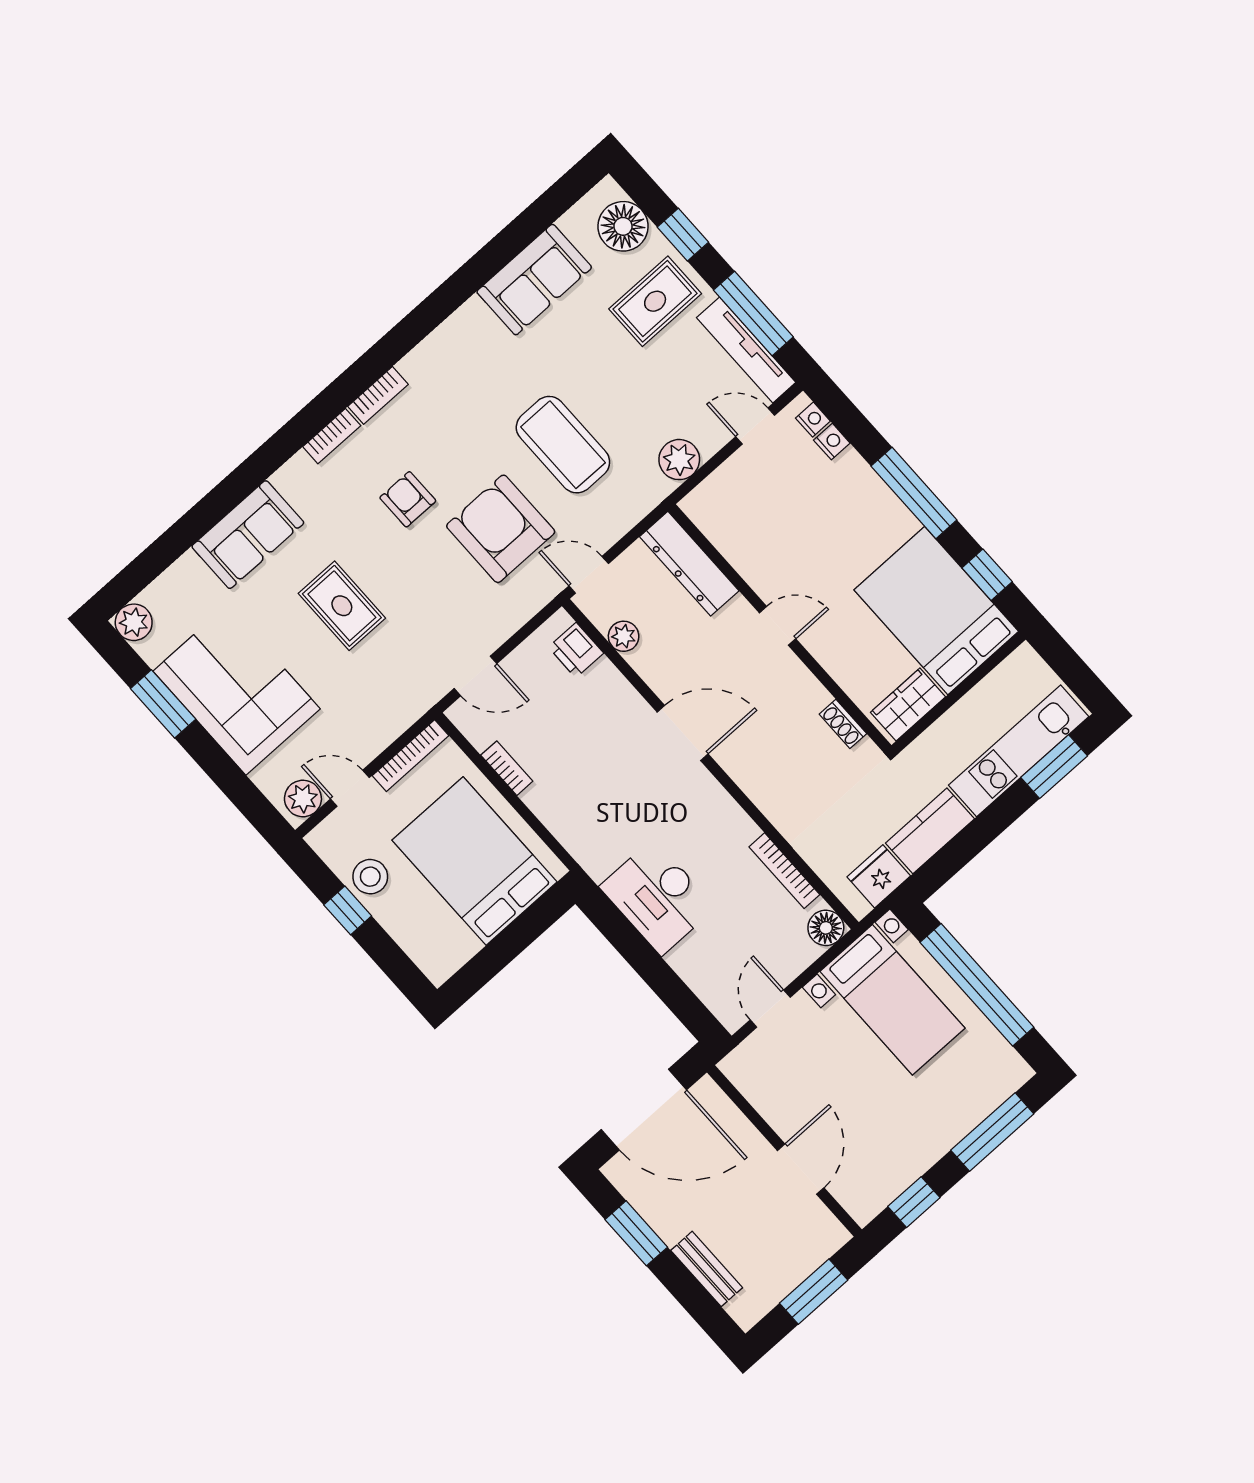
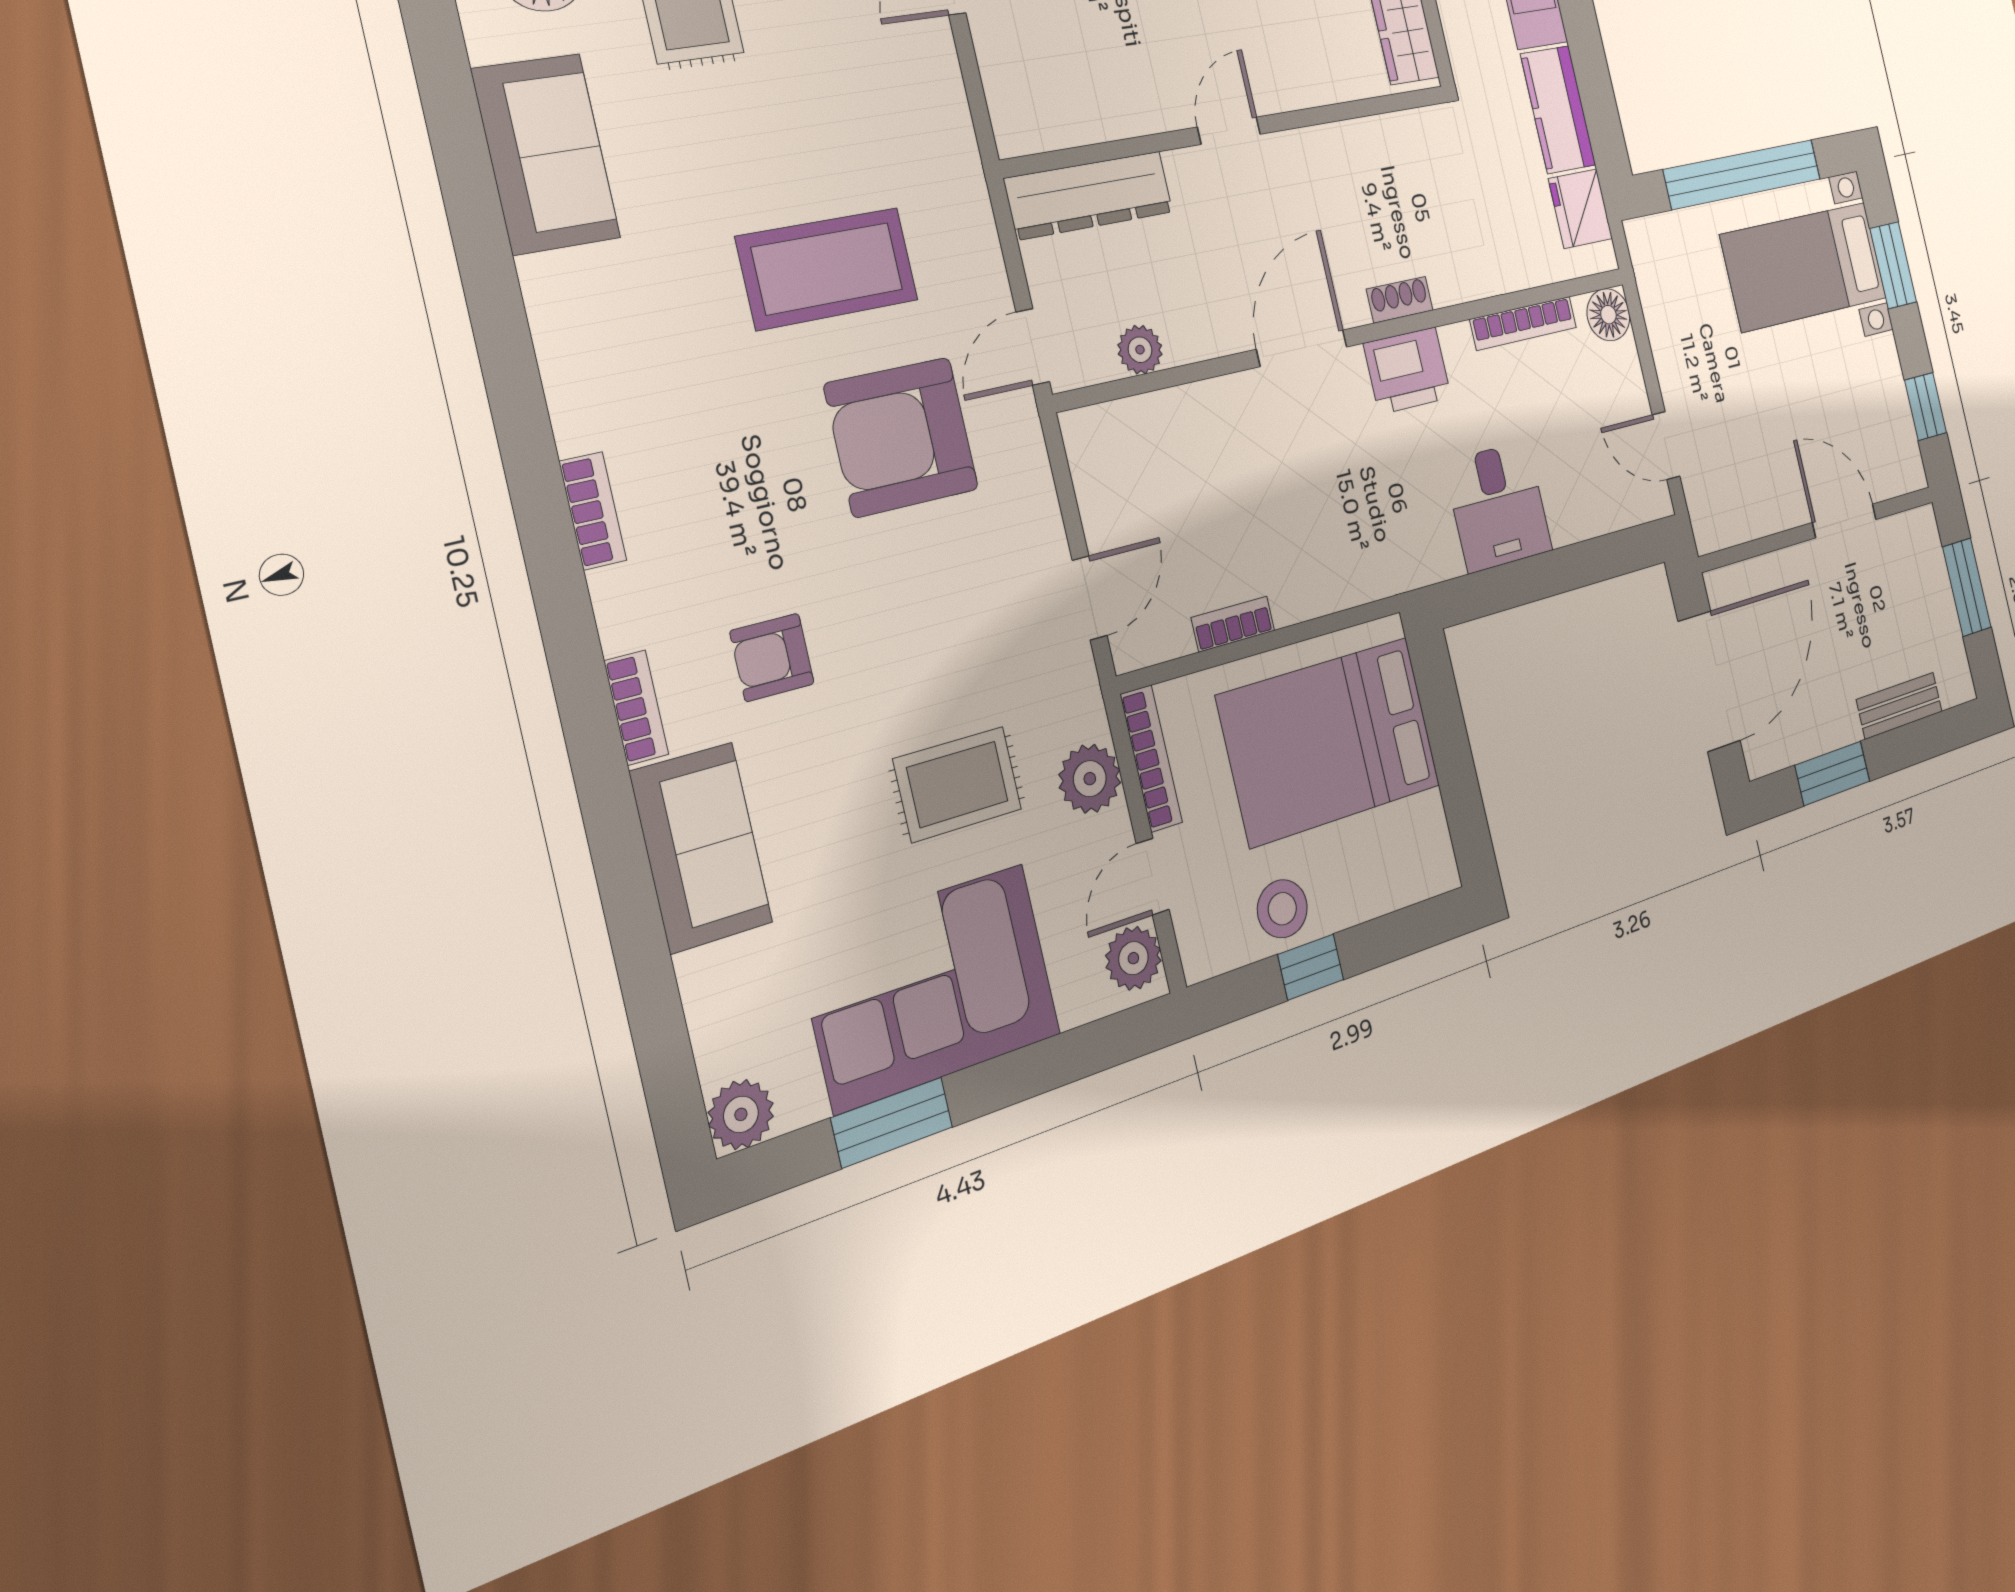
bookcase: (332, 436) -> (636, 708), moved
plant: (679, 460) -> (1090, 779), moved
armchair: (408, 499) -> (772, 657), moved
rug: (342, 606) -> (958, 784), moved
printer: (576, 650) -> (1407, 371), moved, width x1.36, depth x1.24
shoe rack: (843, 724) -> (1400, 300), moved, turned 180
desk: (657, 897) -> (1498, 506), width x0.73
bed with nightstands: (892, 1000) -> (1804, 267), moved, turned 180
window: (992, 1132) -> (1893, 265), width x0.69

